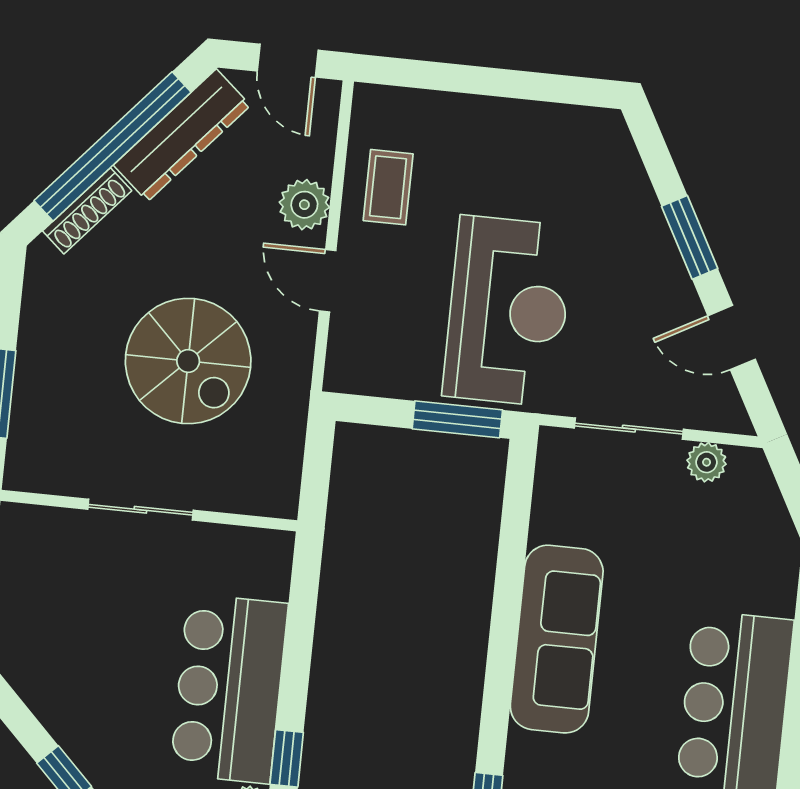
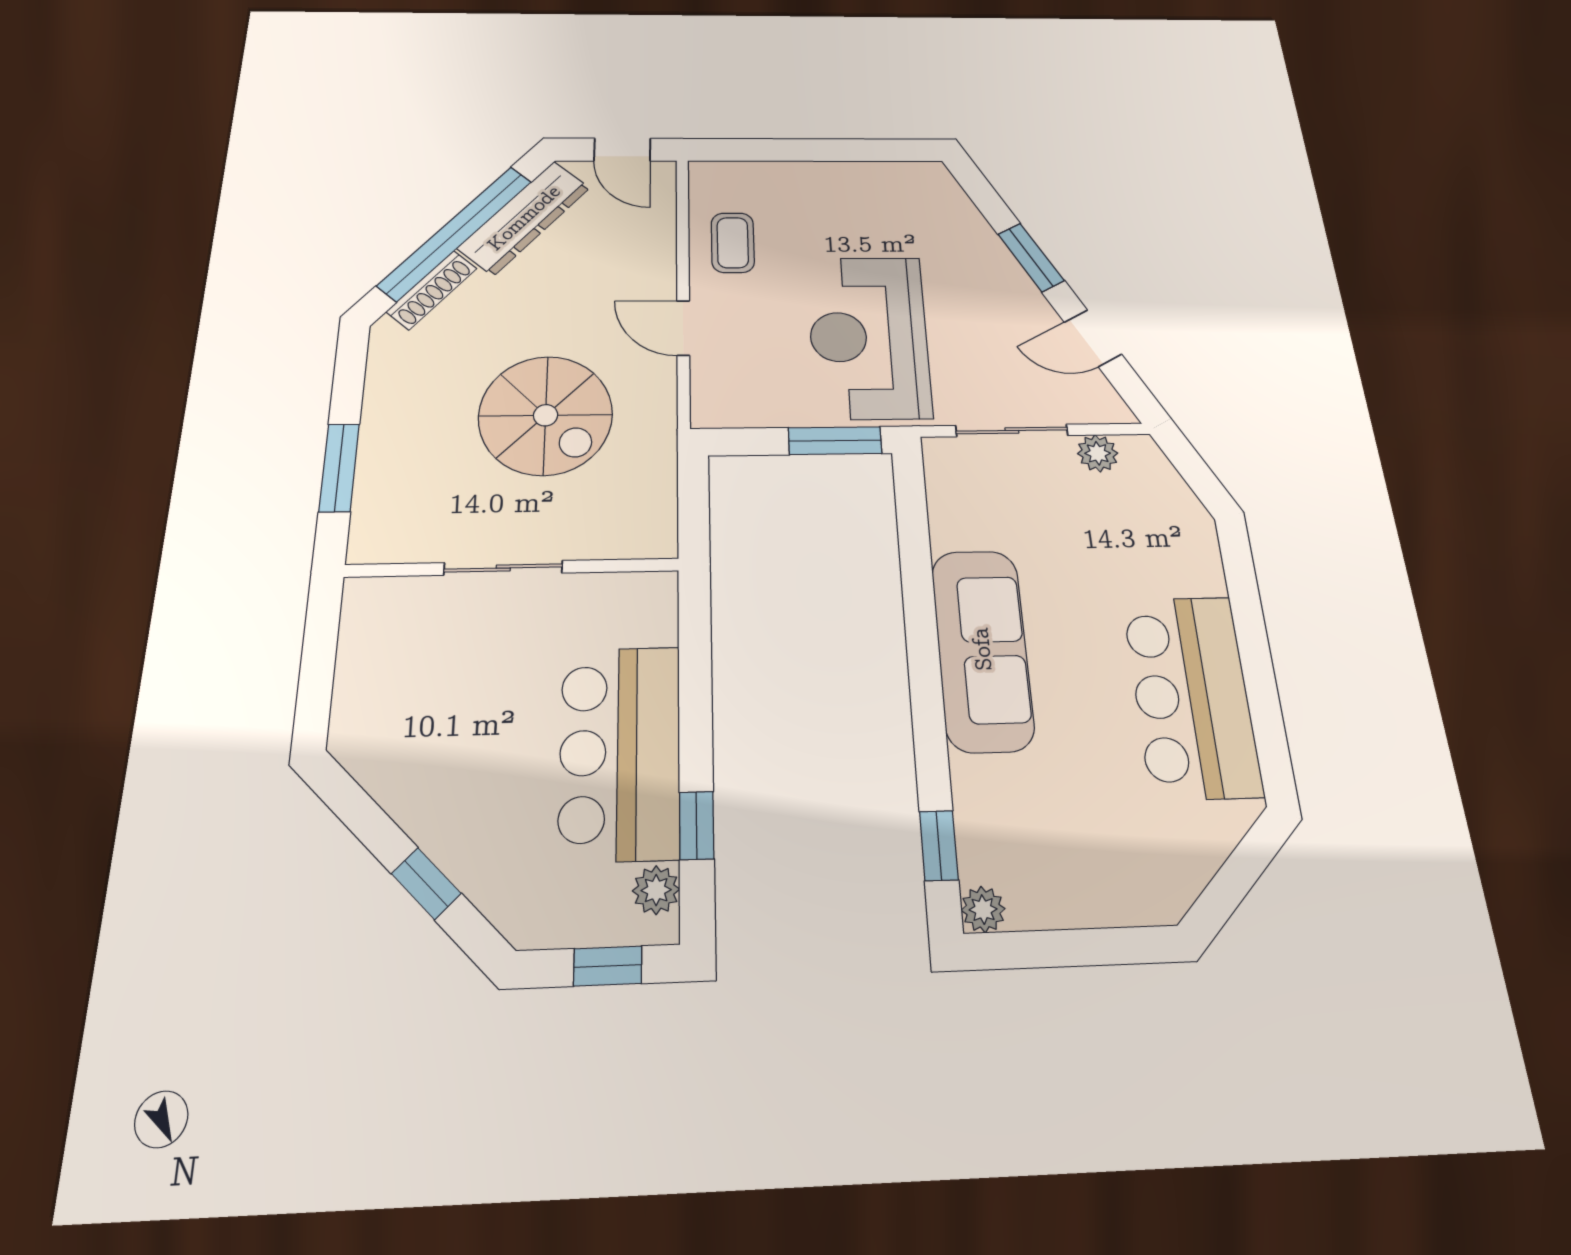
plant: (304, 205) -> (652, 265), removed
reception desk: (508, 311) -> (869, 337), turned 180

